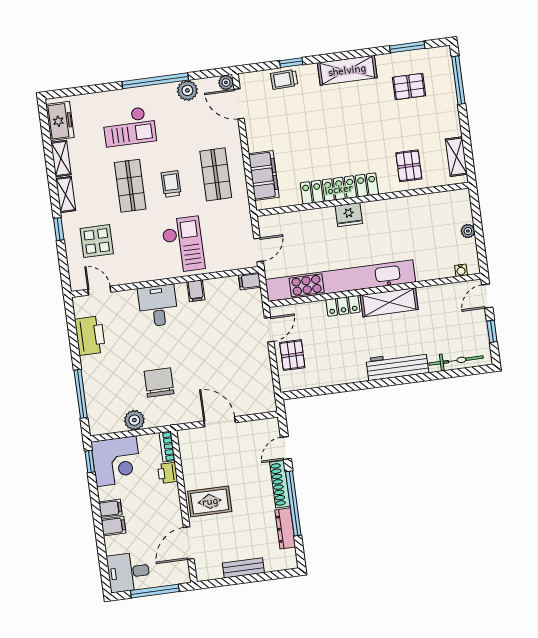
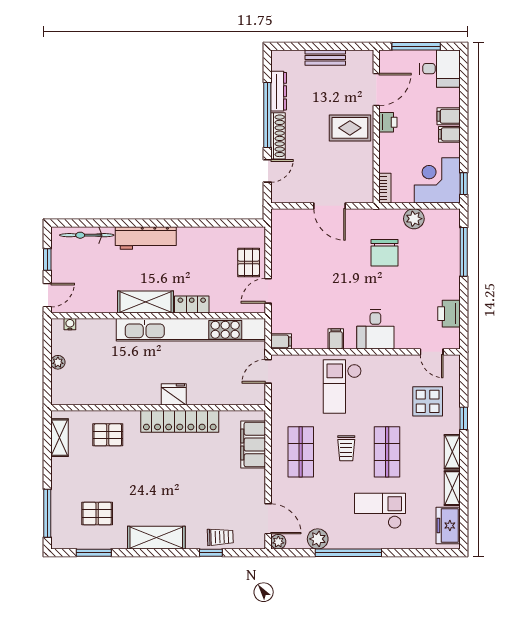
pallet: (409, 166) -> (108, 435), turned 90
printer: (90, 336) -> (449, 314), width x0.73, depth x0.84
printer: (168, 473) -> (388, 122), moved

